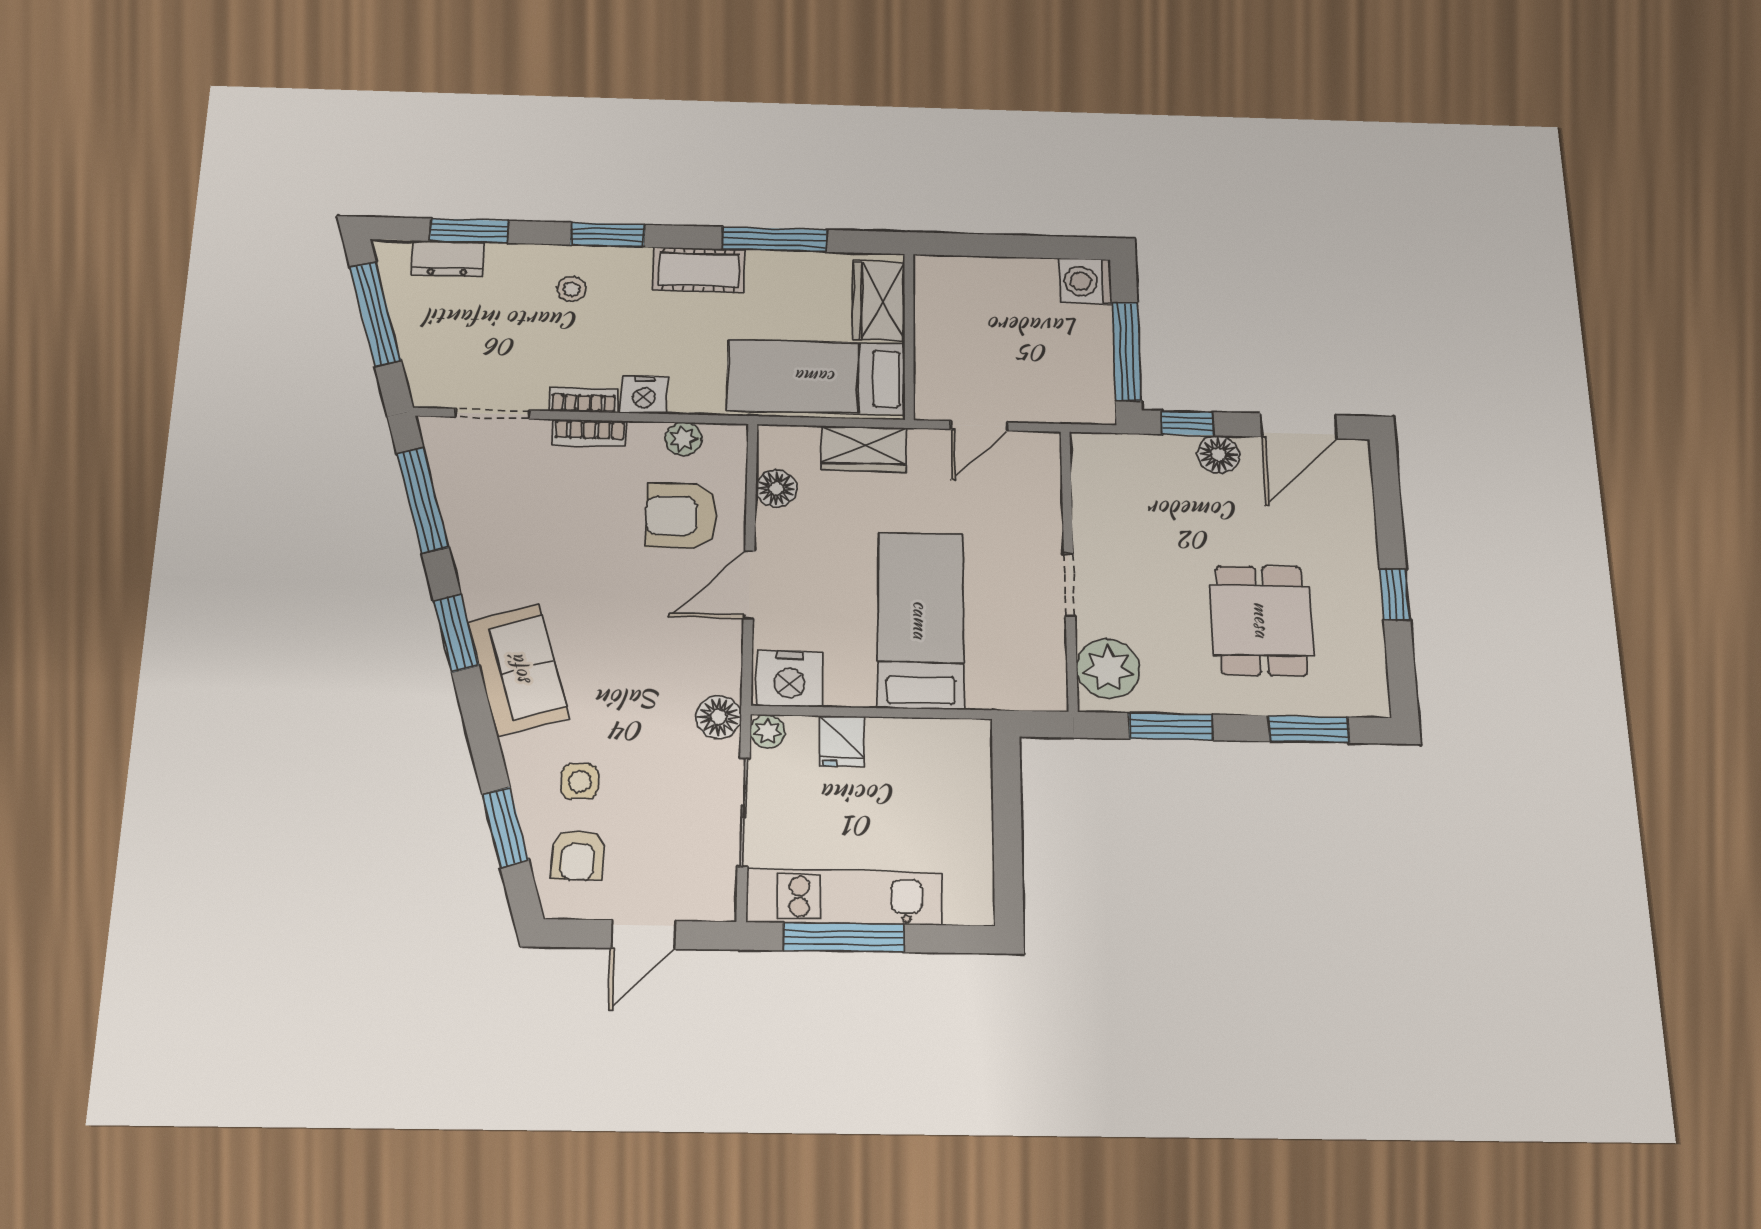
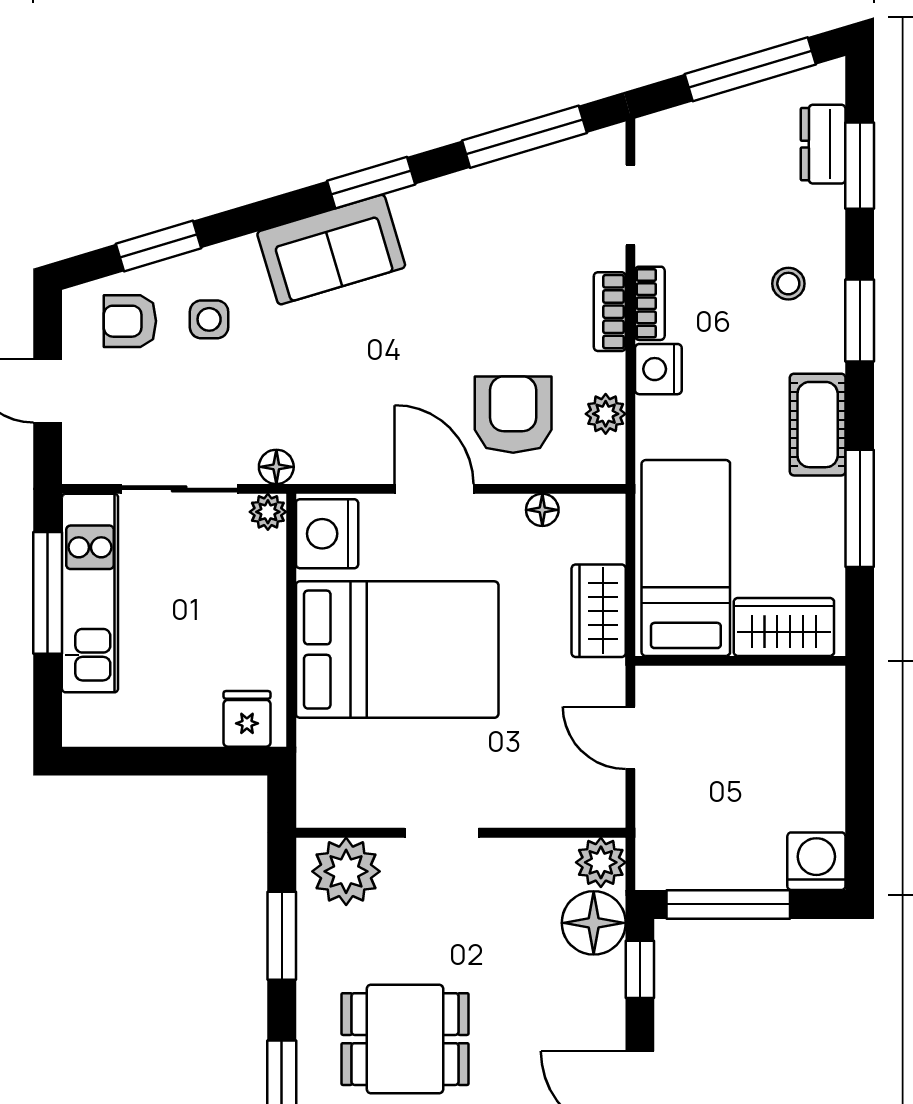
plant: (1092, 453) -> (601, 862), added
floor lamp: (1218, 454) -> (594, 923), moved, width x1.38, depth x1.38
floor lamp: (776, 488) -> (542, 510), width x0.73, depth x0.73
bed: (921, 620) -> (397, 650), width x1.50
floor lamp: (719, 717) -> (276, 467), width x0.73, depth x0.73
fridge: (842, 741) -> (247, 719), moved, turned 90

